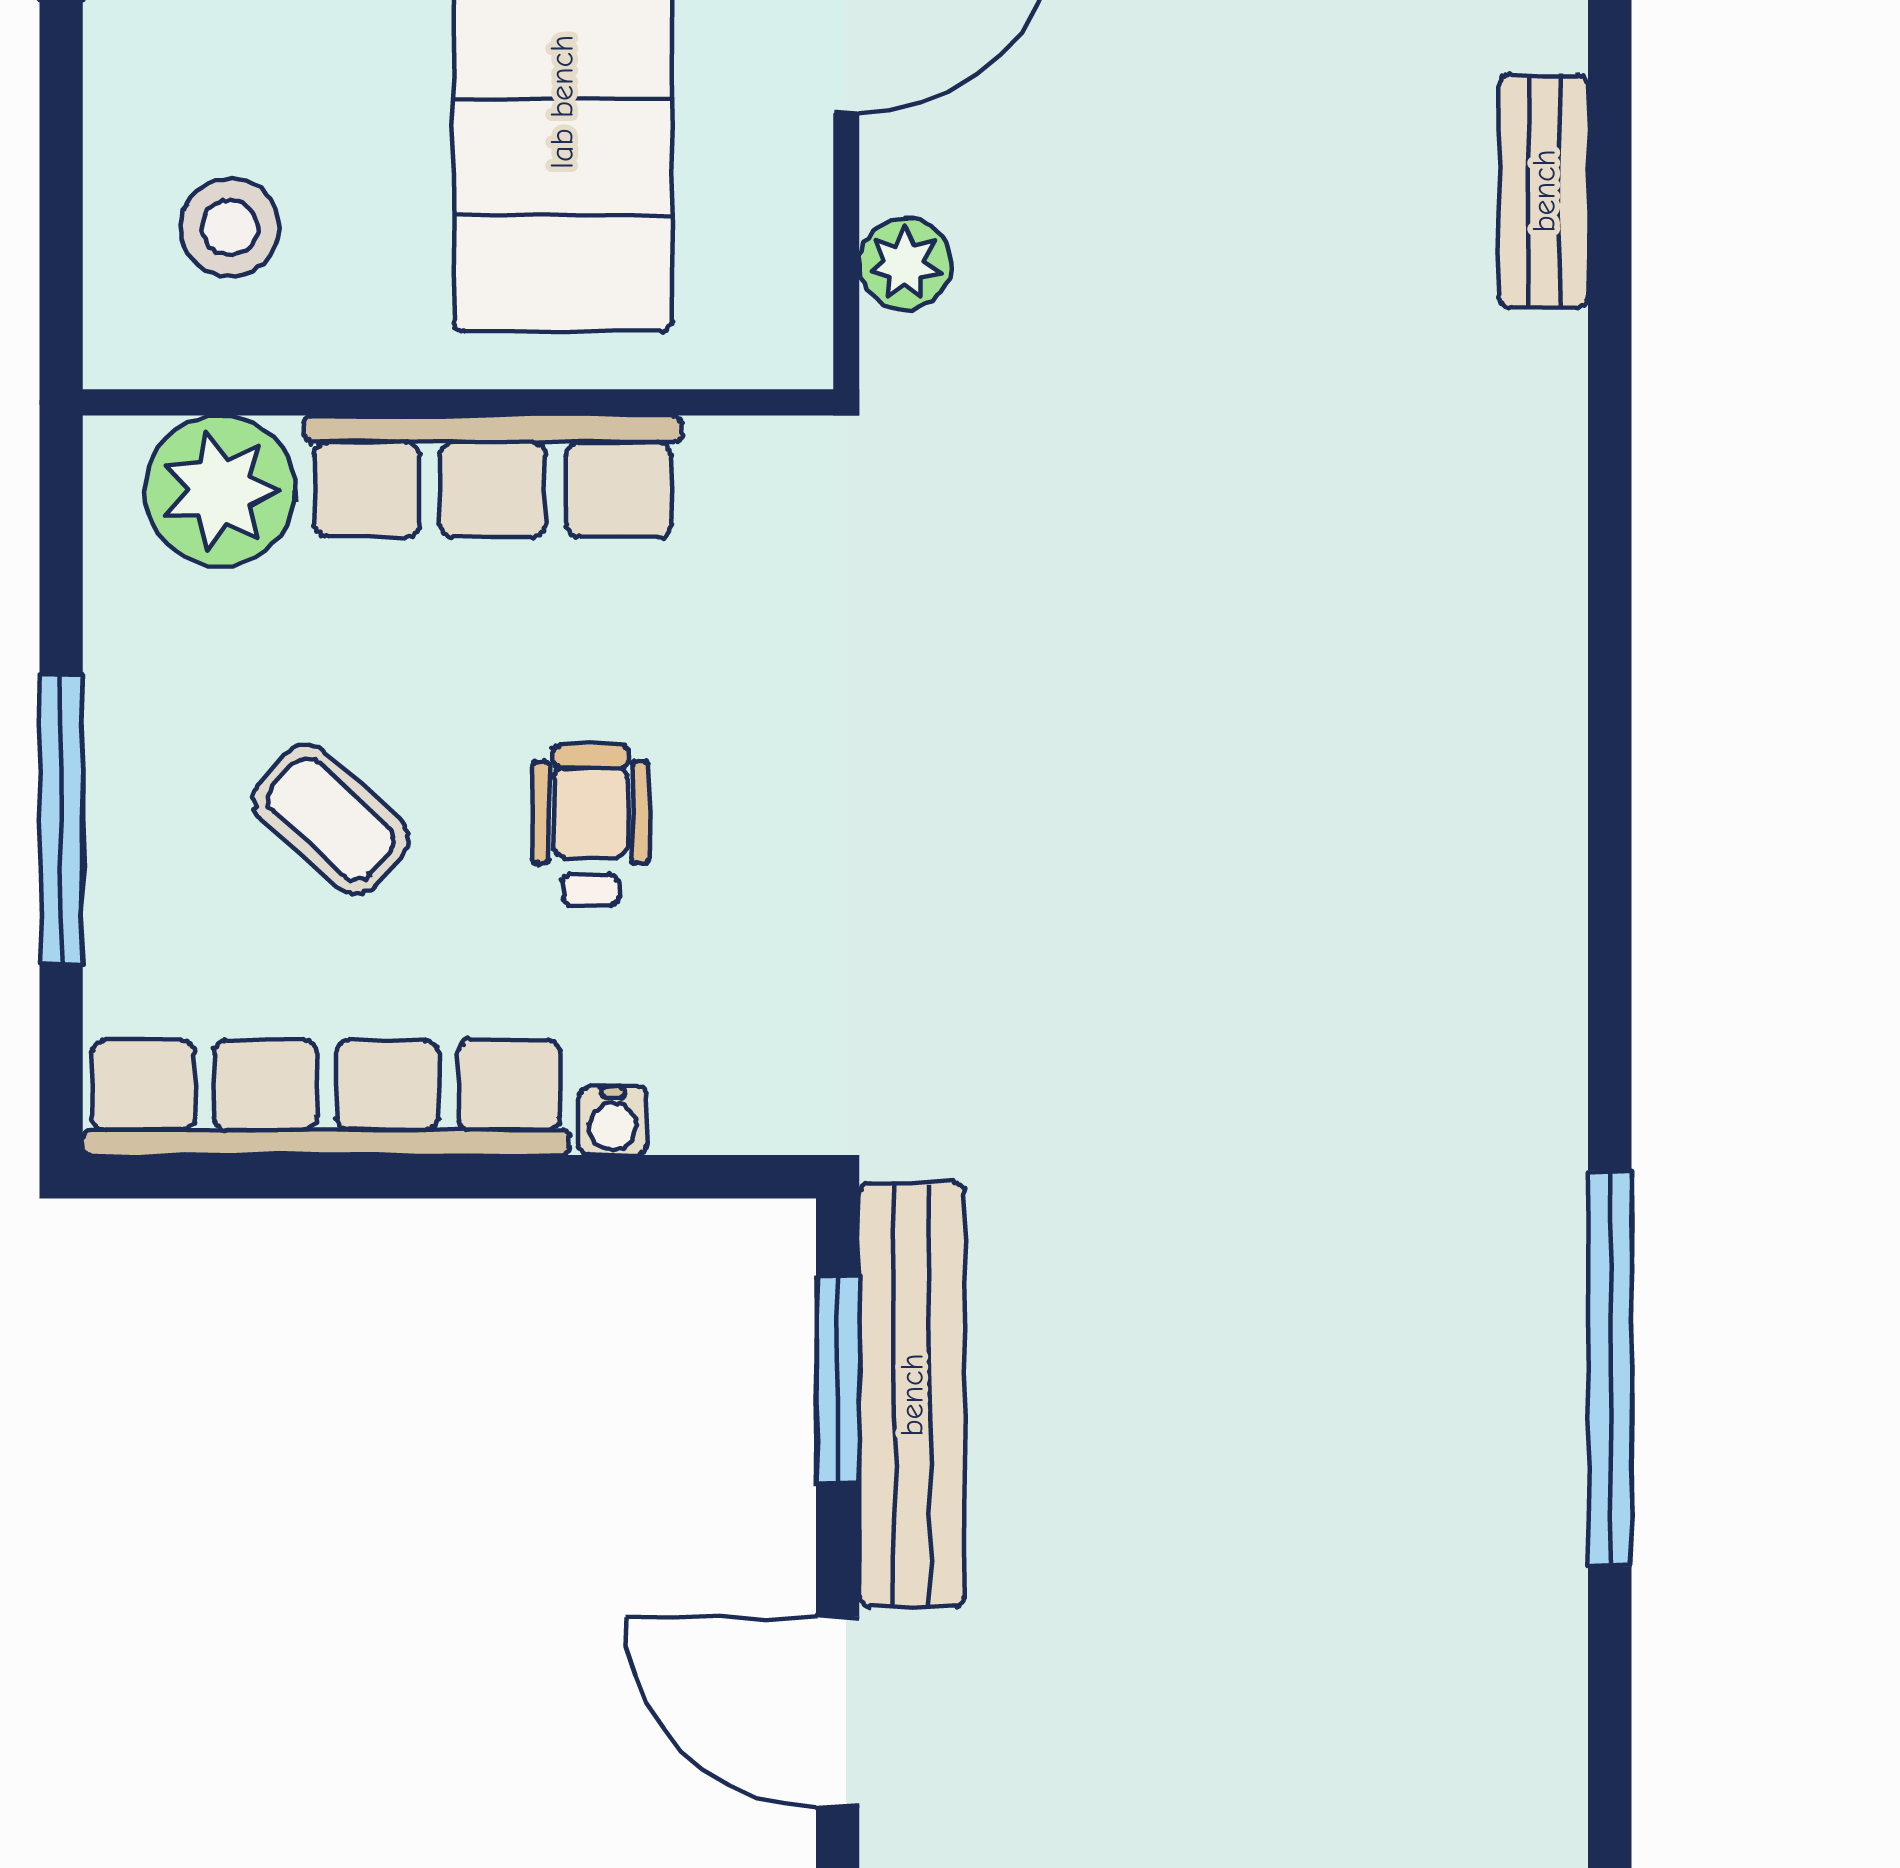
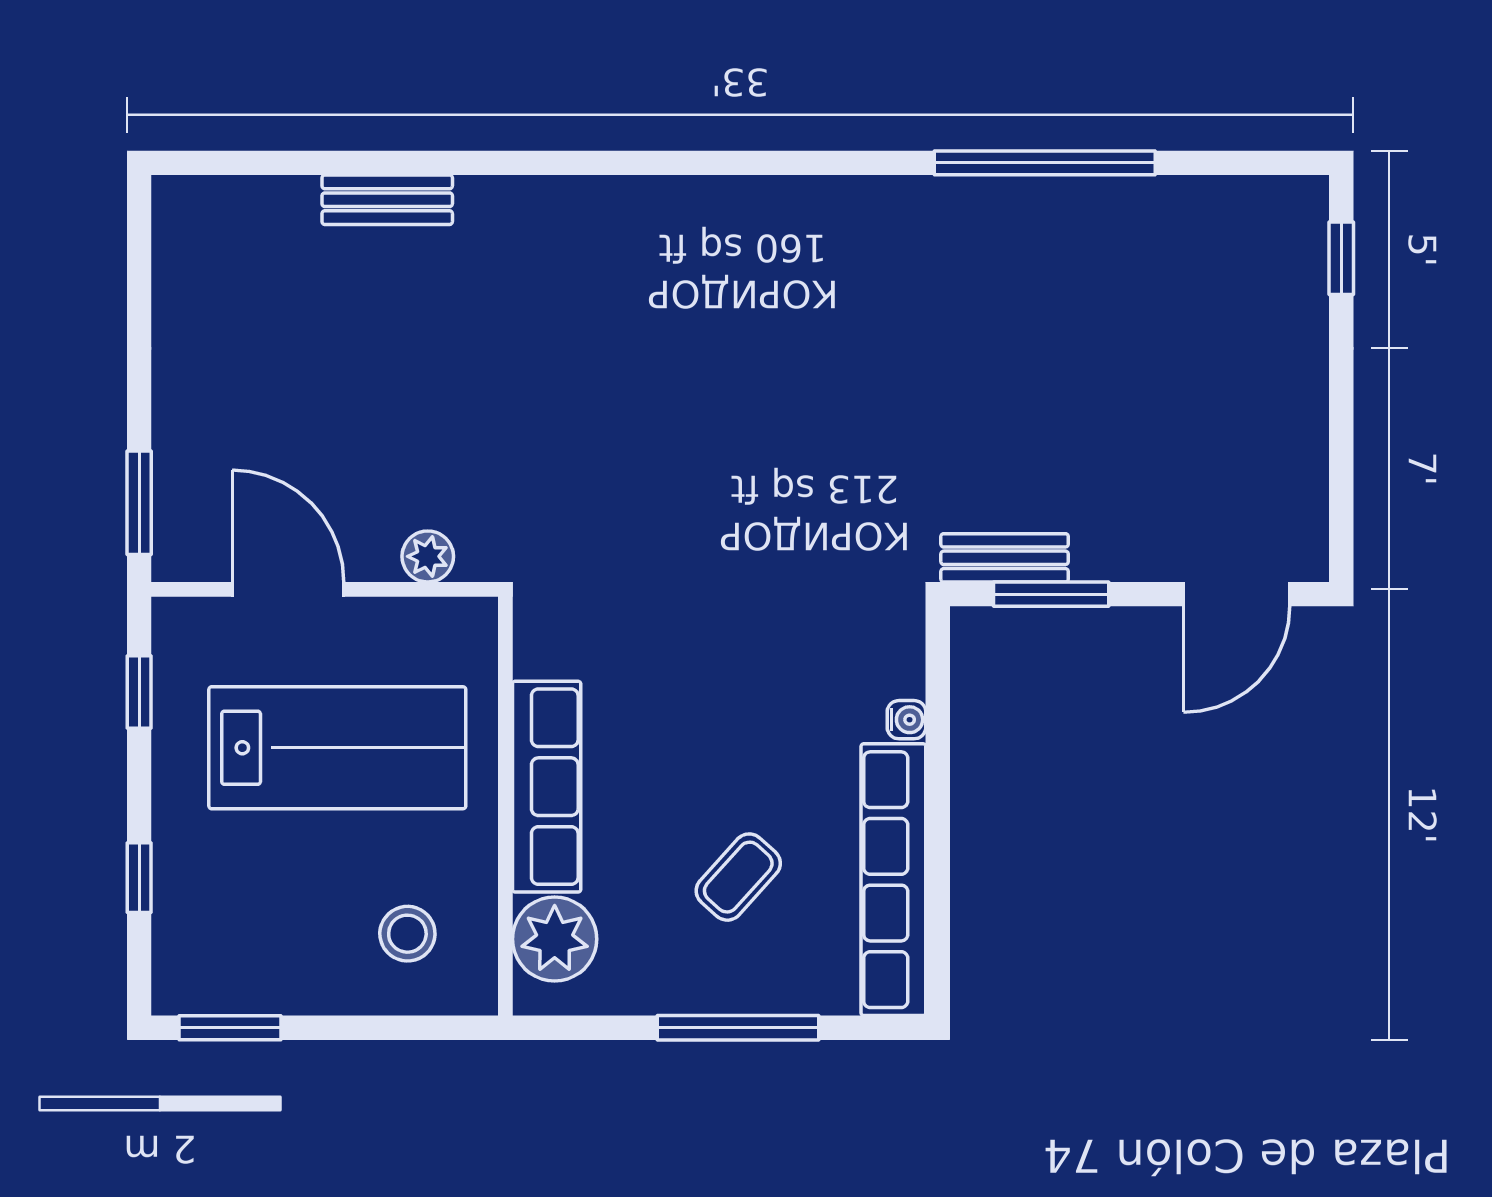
wheelchair: (590, 825) -> (741, 732), removed
bench: (912, 1395) -> (1005, 558), width x0.54, depth x0.82

